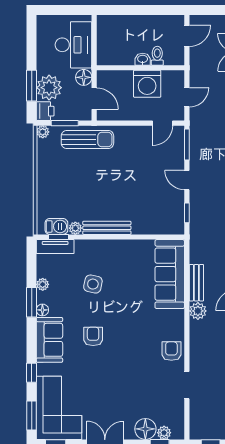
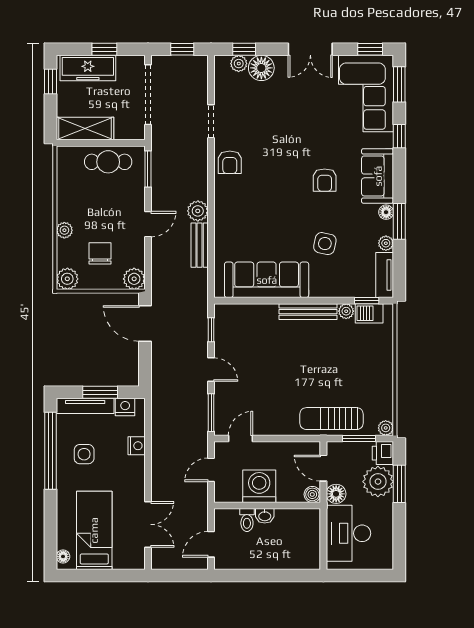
boiler: (103, 77) -> (312, 494), added
tv unit: (55, 247) -> (385, 275), moved, turned -90
sofa: (170, 274) -> (267, 280), moved, turned -90

